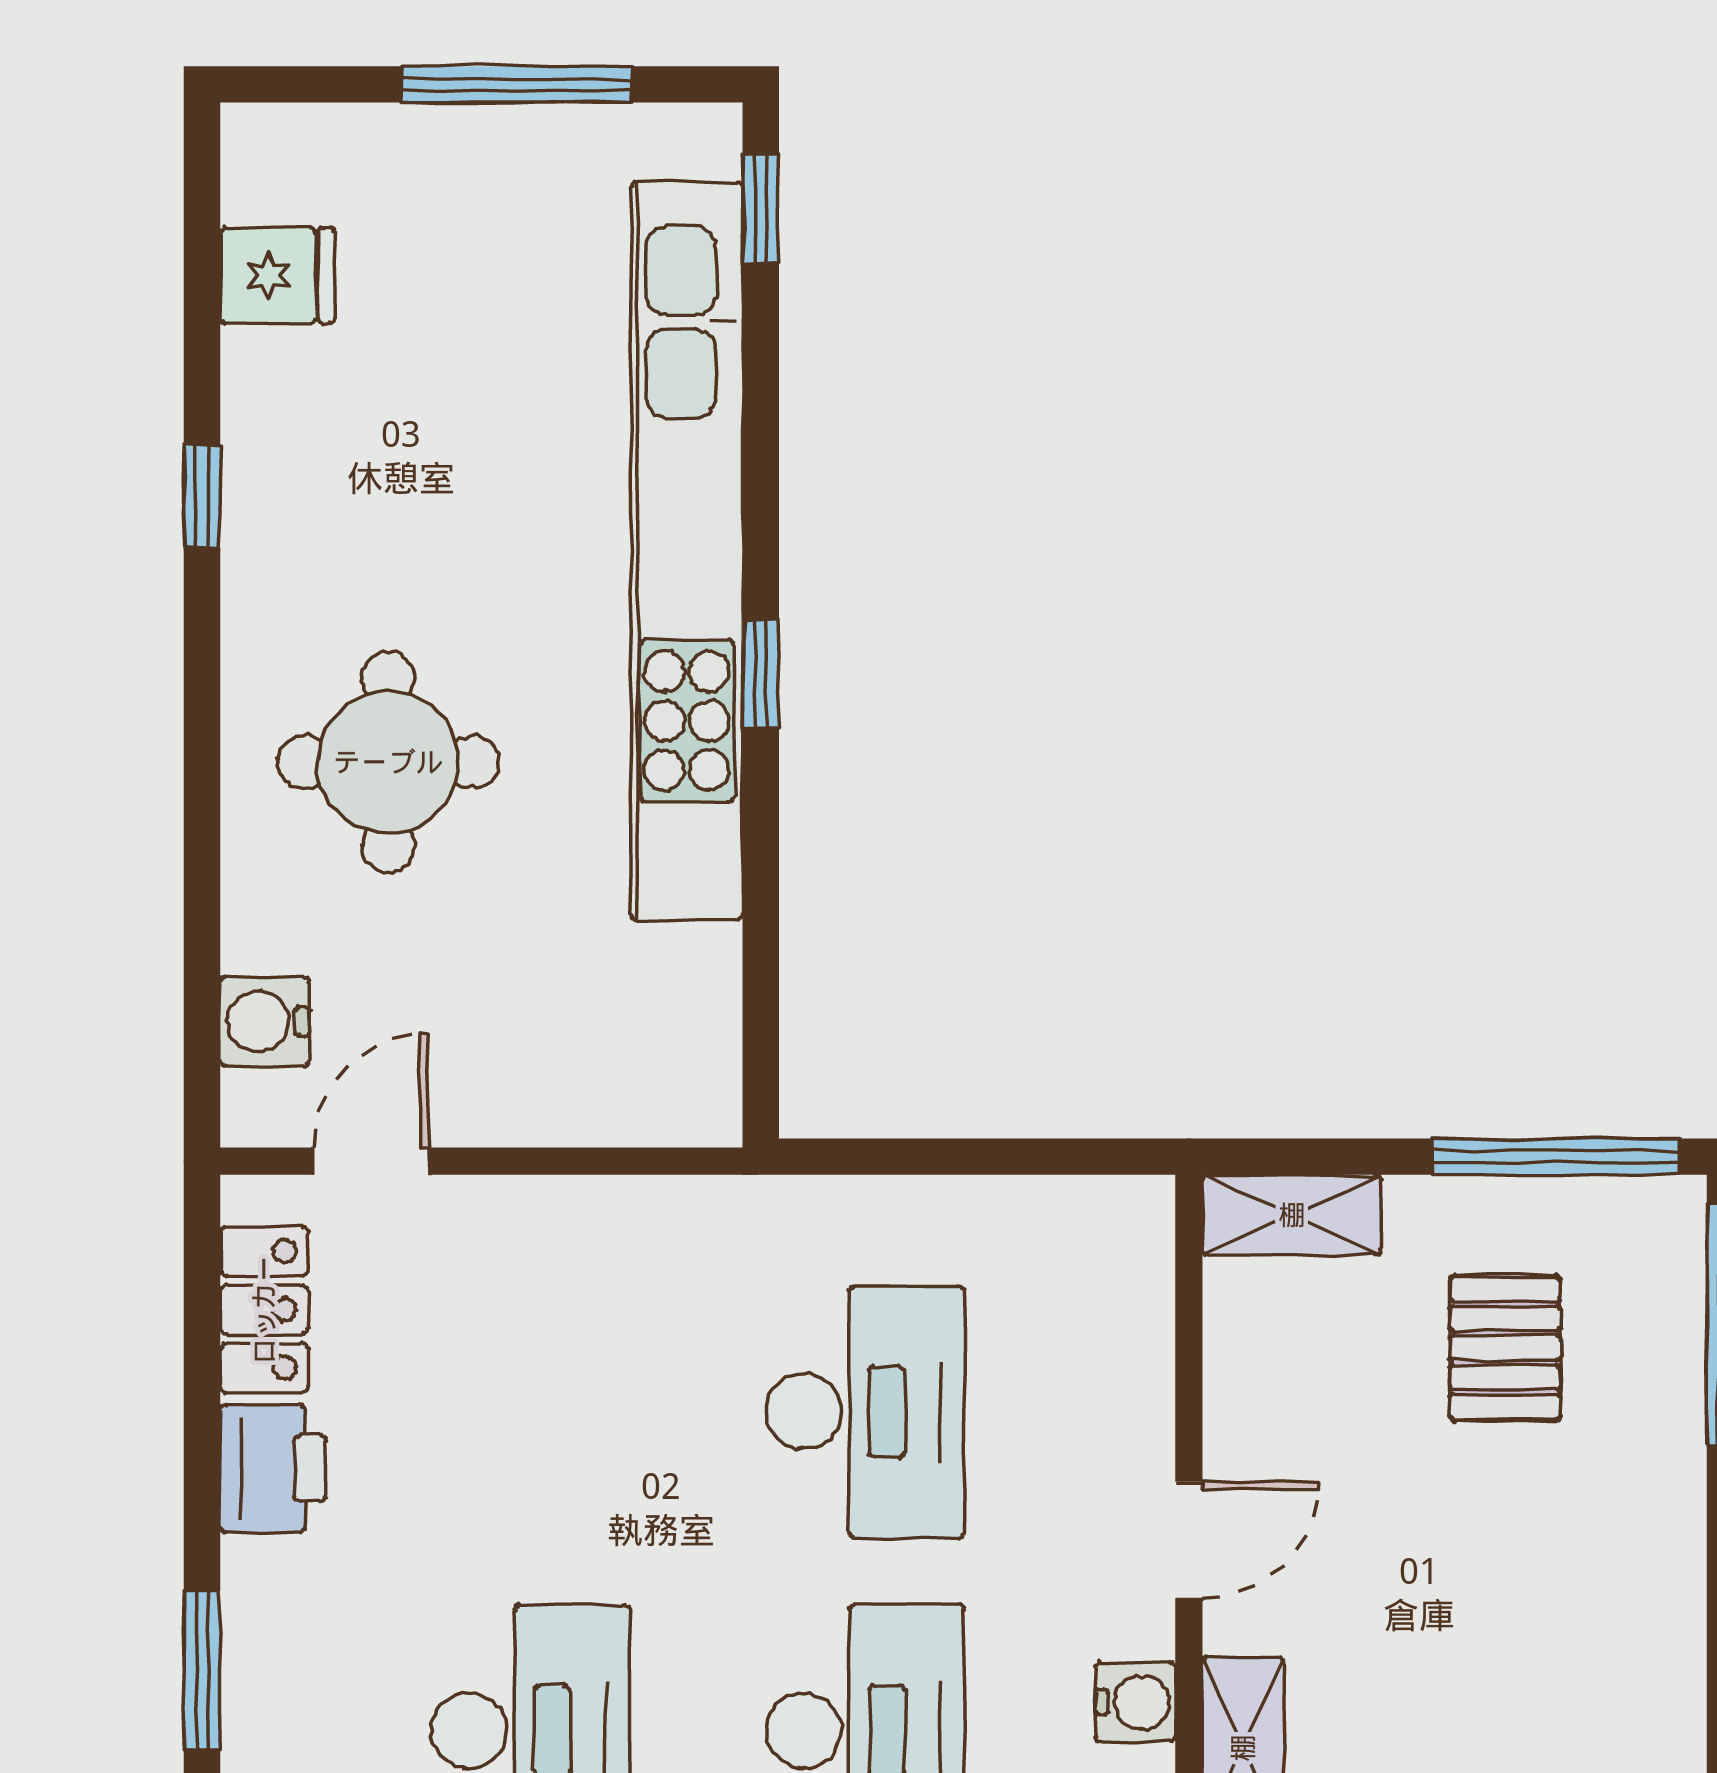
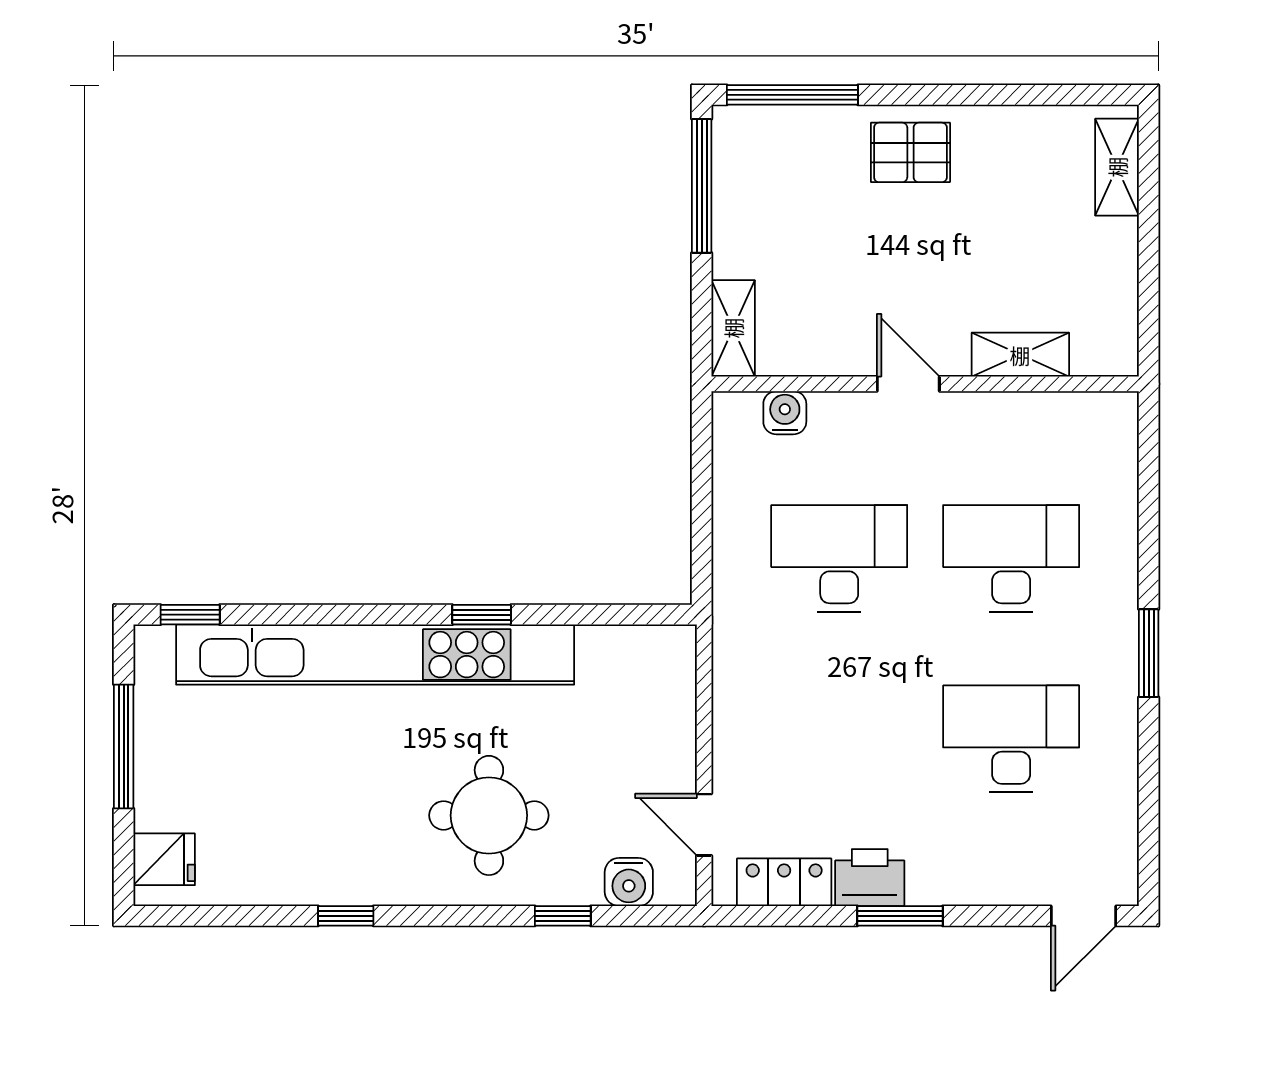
fridge: (277, 275) -> (164, 859), moved, turned 90
window: (761, 674) -> (482, 615), moved
window: (202, 899) -> (563, 916), added
pallet: (1505, 1348) -> (910, 152), moved
window: (202, 1670) -> (900, 916), moved
water cooler: (1135, 1702) -> (785, 413), moved

